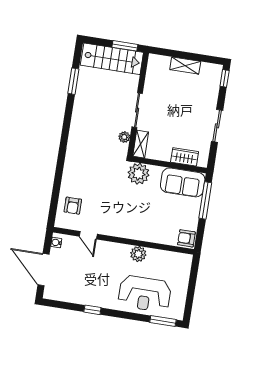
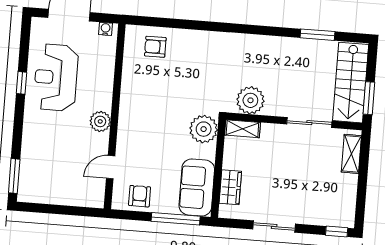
shelving: (185, 66) -> (351, 154), moved
sliding door: (137, 110) -> (309, 123), moved
plant: (124, 137) -> (250, 100), width x1.88, depth x1.88
door: (88, 235) -> (111, 167), moved
armchair: (186, 238) -> (140, 196), moved
plant: (138, 254) -> (100, 121), moved
reception desk: (145, 294) -> (56, 78), moved

